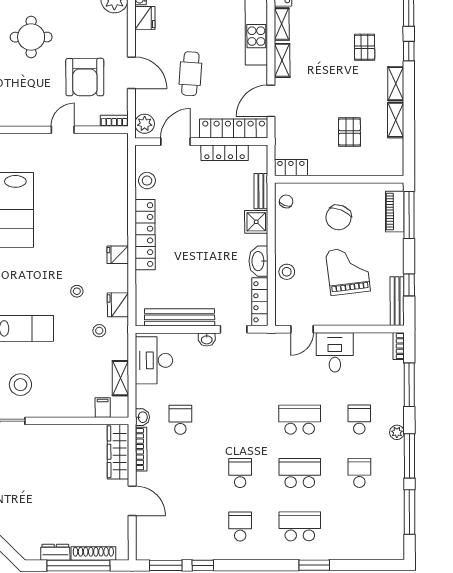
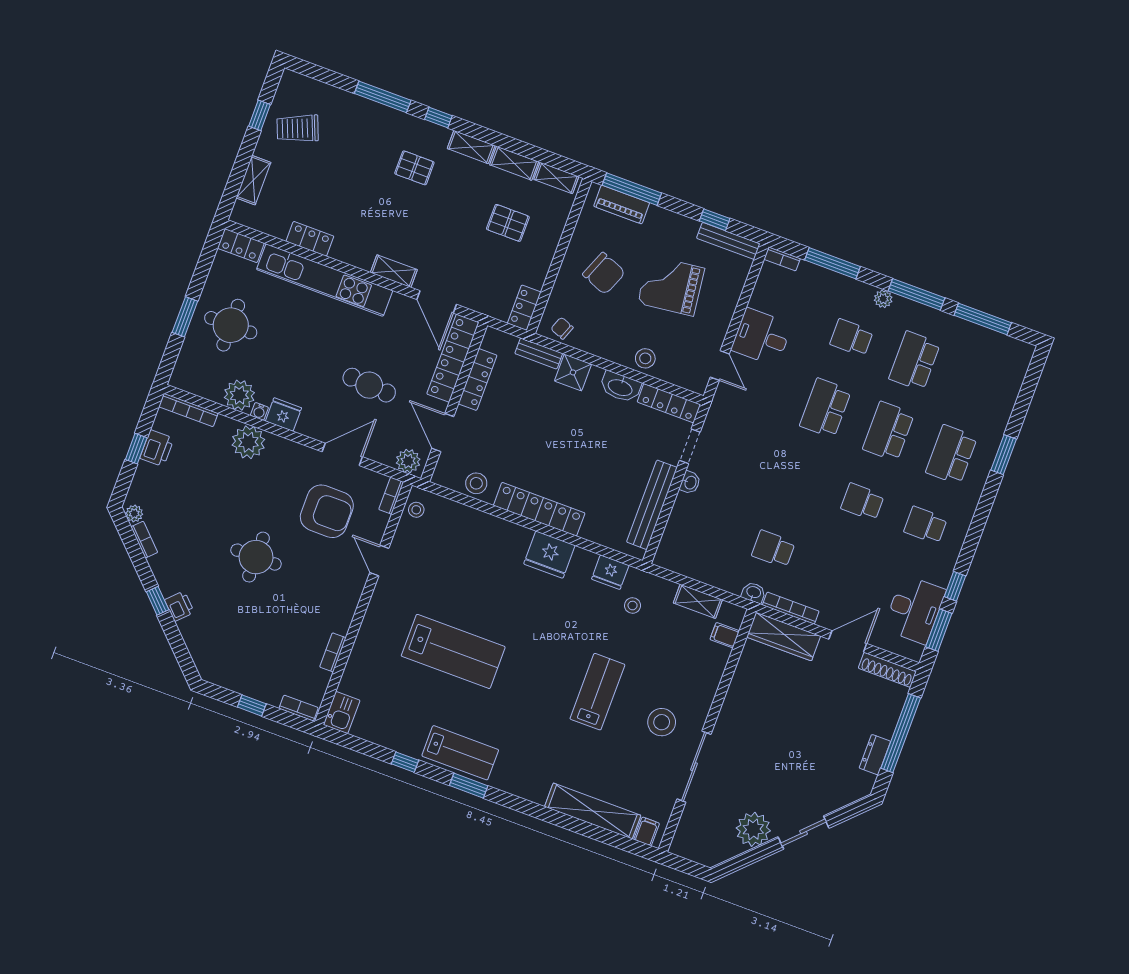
shelving: (282, 24) -> (556, 178), moved
fridge: (118, 255) -> (549, 555), width x1.88, depth x1.34
stool: (77, 291) -> (416, 510), moved
desk: (154, 360) -> (914, 610), moved, turned -90
school desk: (359, 473) -> (915, 361), width x1.85
shoe rack: (93, 554) -> (887, 670), moved, turned -90

